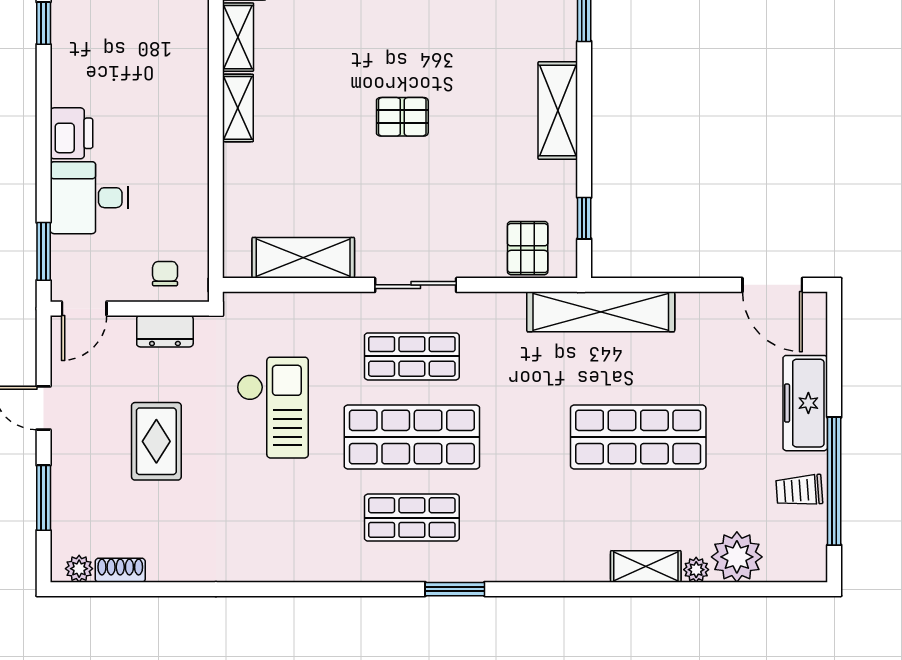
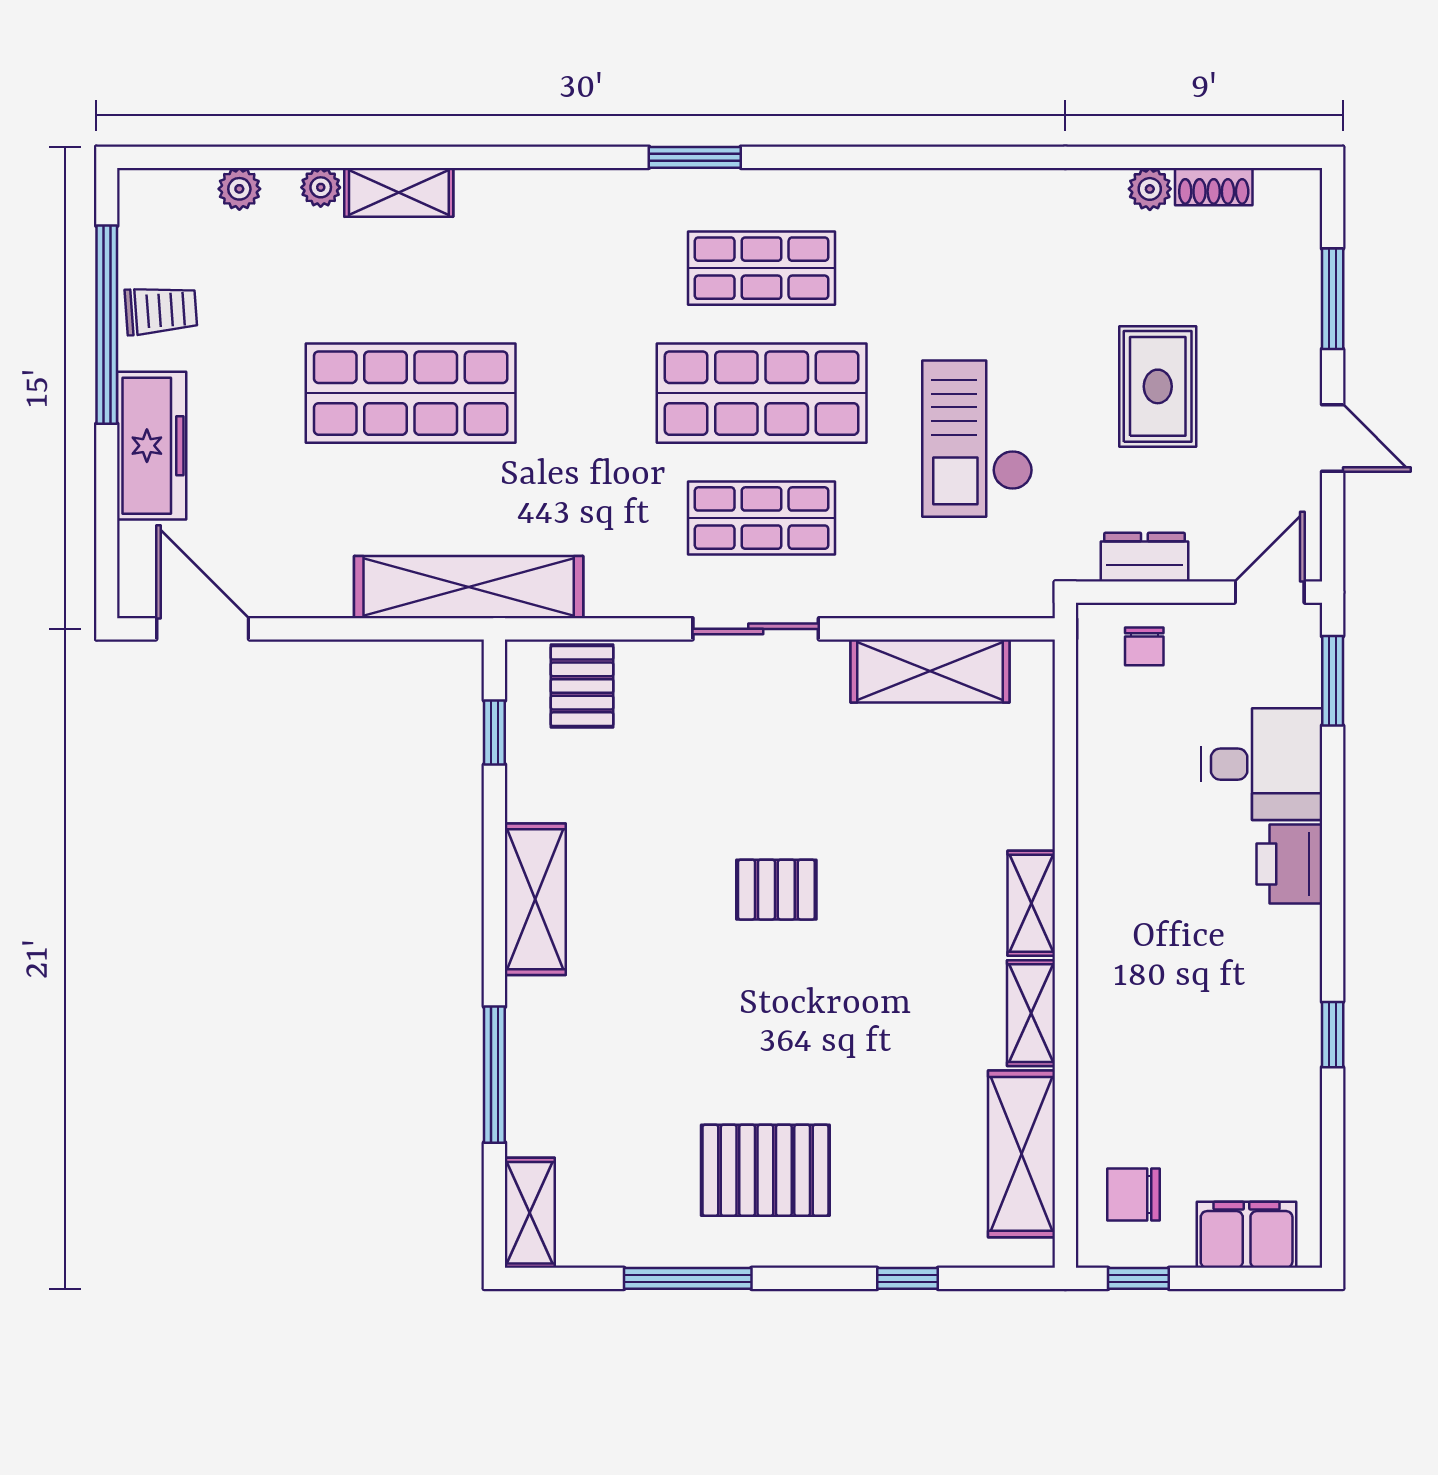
plant: (737, 557) -> (239, 189), width x0.53, depth x0.53
plant: (79, 569) -> (1150, 189), moved

